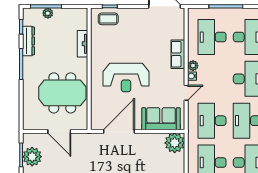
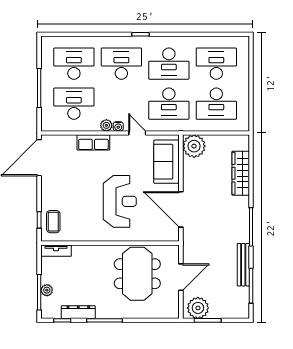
desk: (212, 37) -> (74, 104), turned 180
tv unit: (83, 44) -> (56, 251), moved
plant: (32, 157) -> (198, 308), moved

